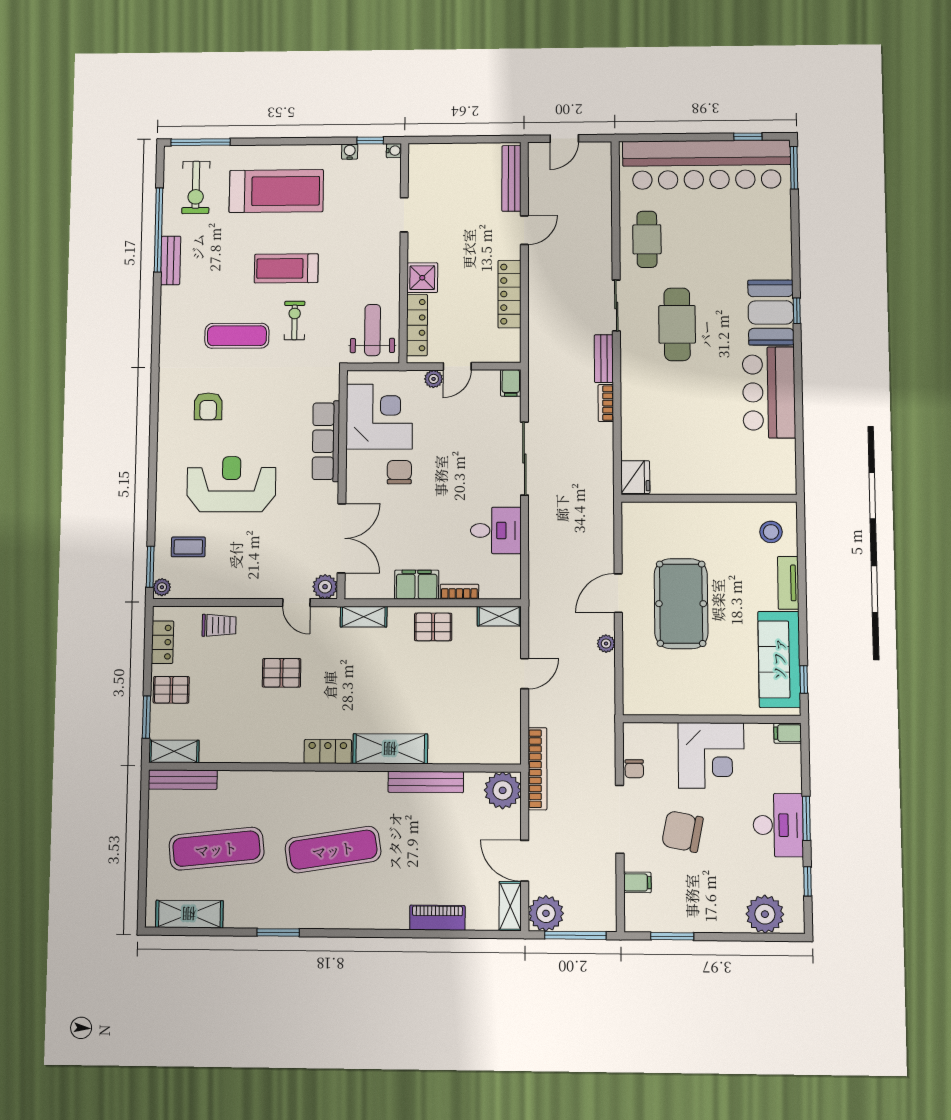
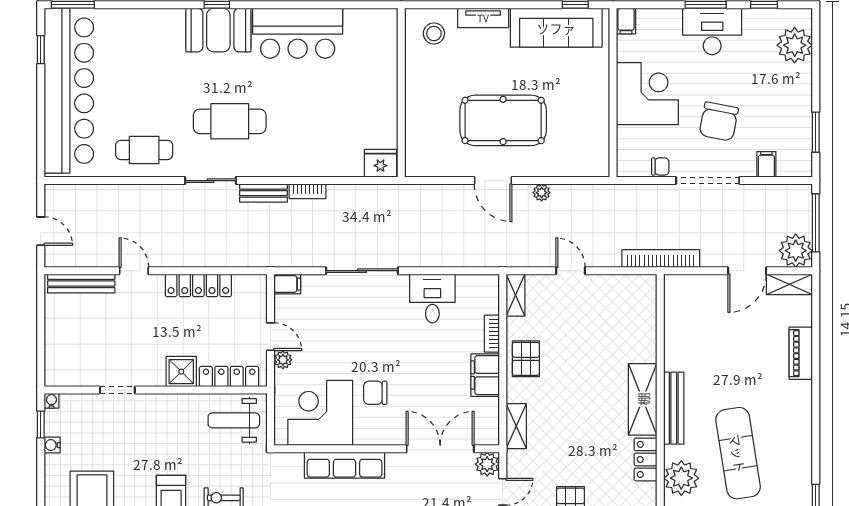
bench: (426, 782) -> (674, 408), moved
plant: (503, 790) -> (681, 478), moved

